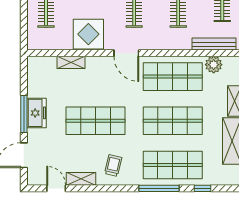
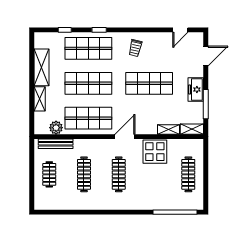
door: (126, 53) -> (125, 137), hinge flipped
window: (24, 114) -> (206, 104), moved
shelving: (81, 179) -> (192, 129), moved
door: (56, 188) -> (180, 30), hinge flipped
window: (159, 188) -> (99, 30), width x0.46

